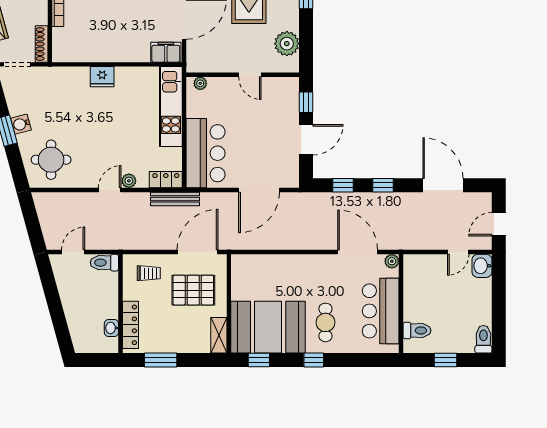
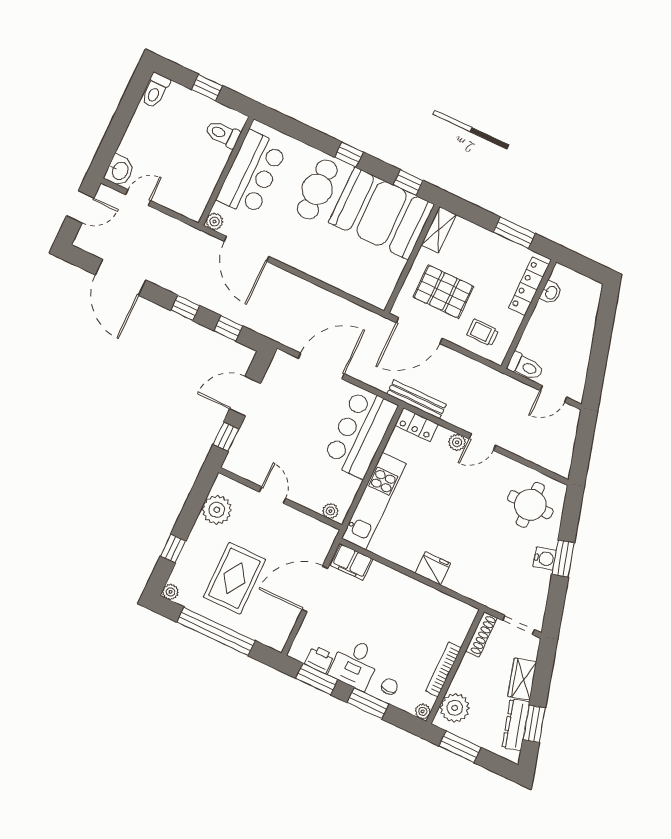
cafe table: (325, 322) -> (317, 189), width x1.37, depth x1.35

